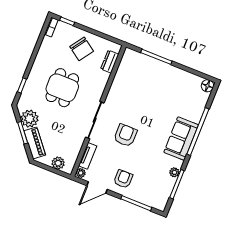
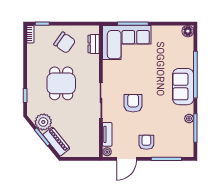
corner sofa: (143, 73) -> (127, 42), added
plant: (58, 163) -> (84, 151), removed

